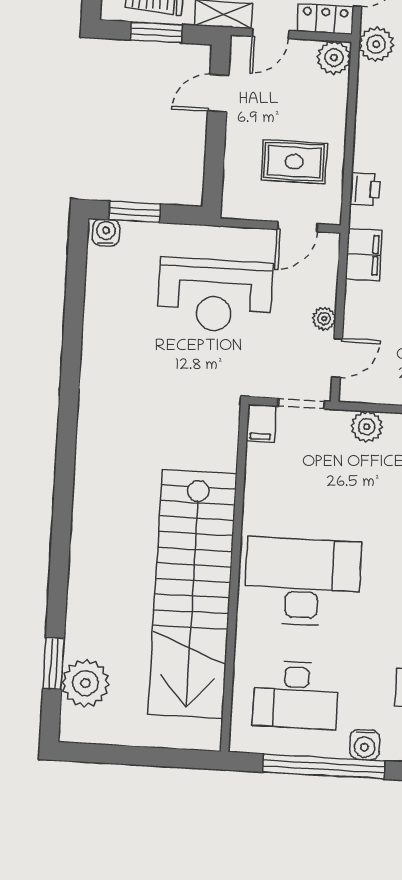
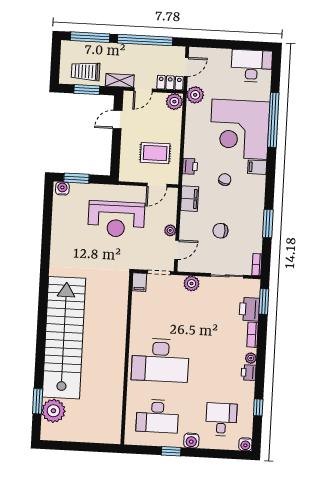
desk: (302, 582) -> (160, 360), turned 180
stairs: (192, 594) -> (64, 338), moved, turned 180
window: (324, 766) -> (171, 451), width x0.32

